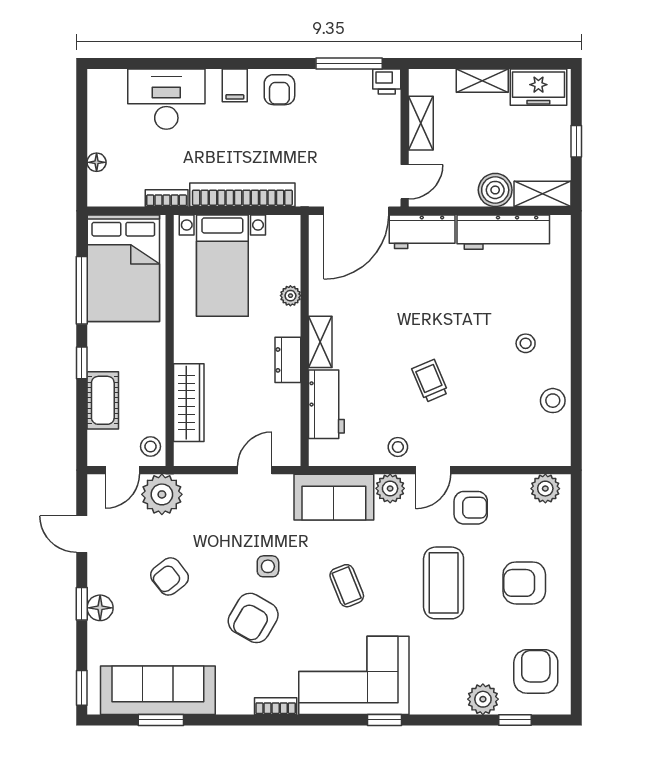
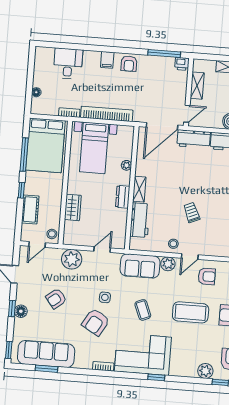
desk: (166, 99) -> (68, 64), width x0.73
wardrobe: (189, 403) -> (73, 207), width x0.67
plant: (162, 494) -> (72, 259), moved
coffee table: (444, 583) -> (191, 312), turned 90

